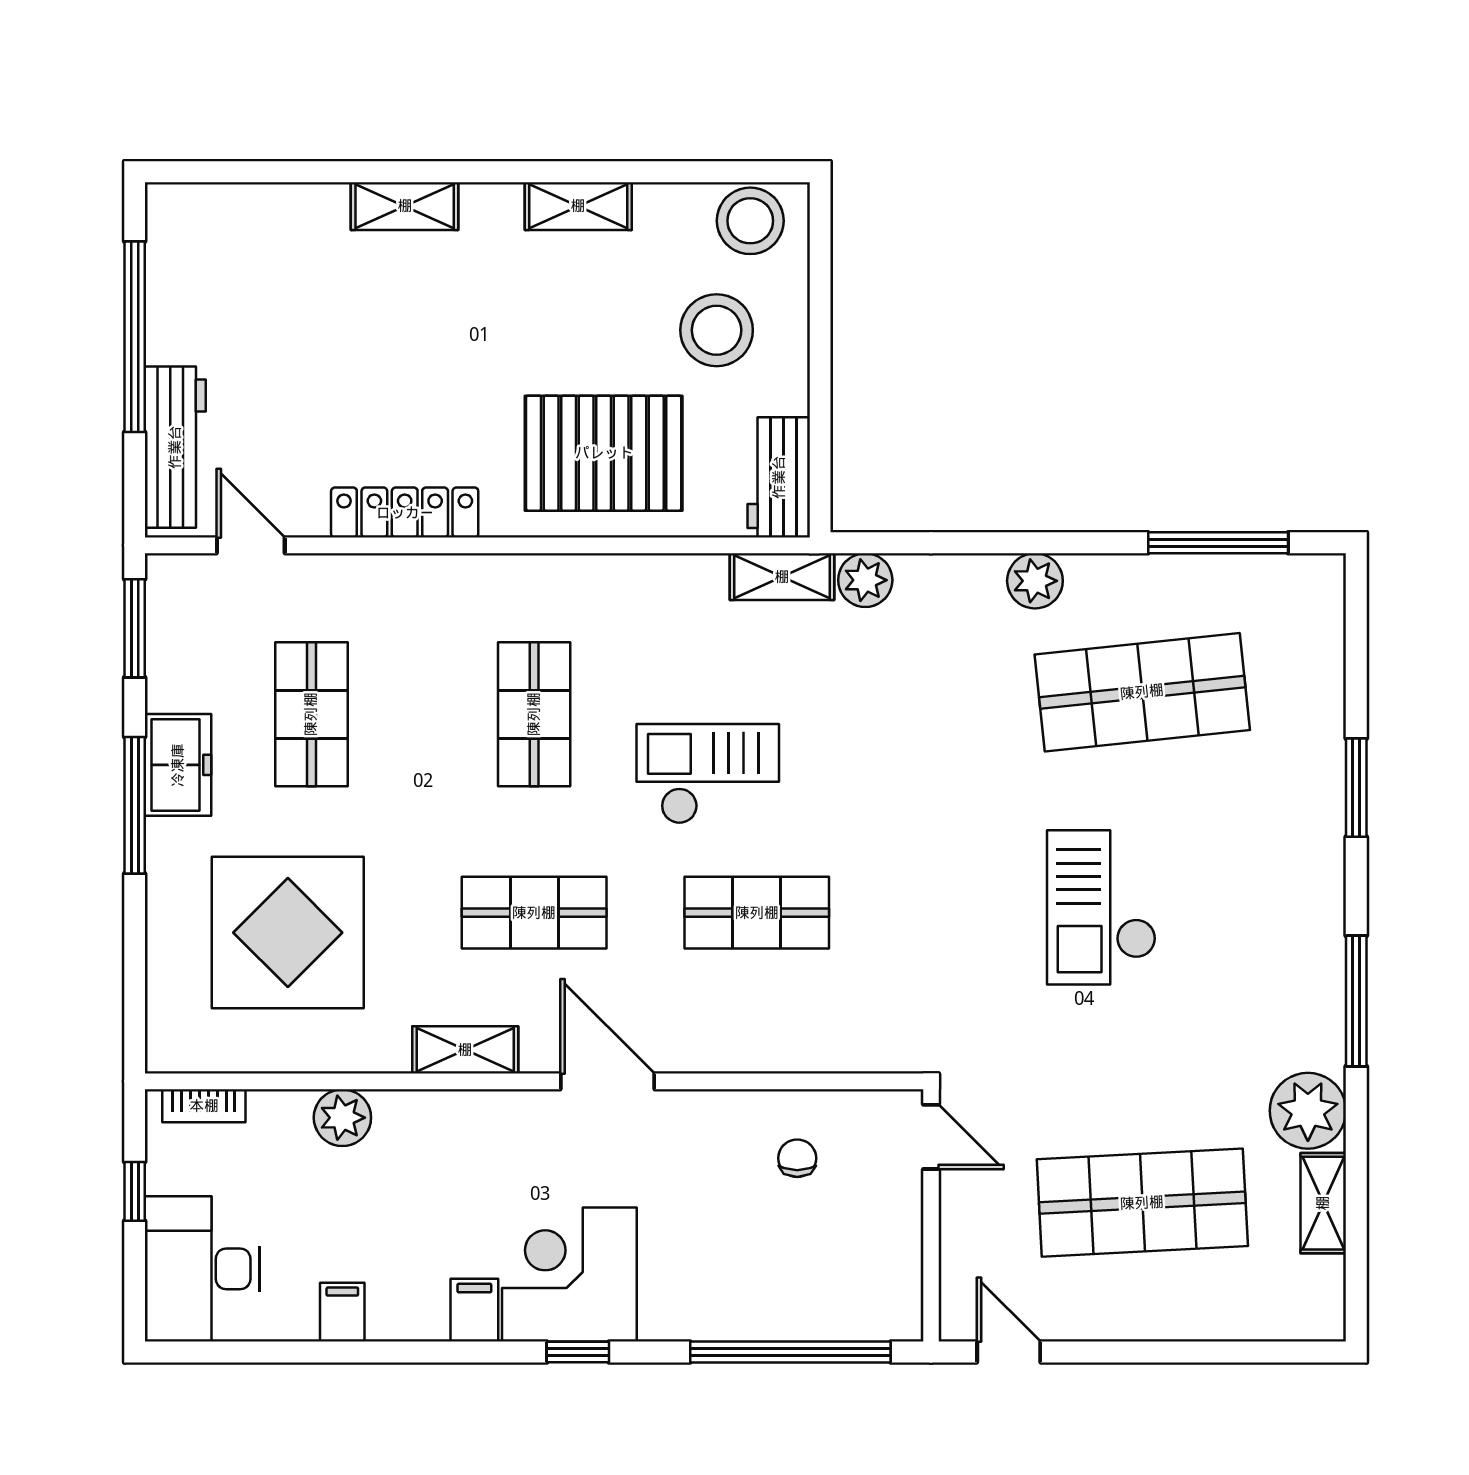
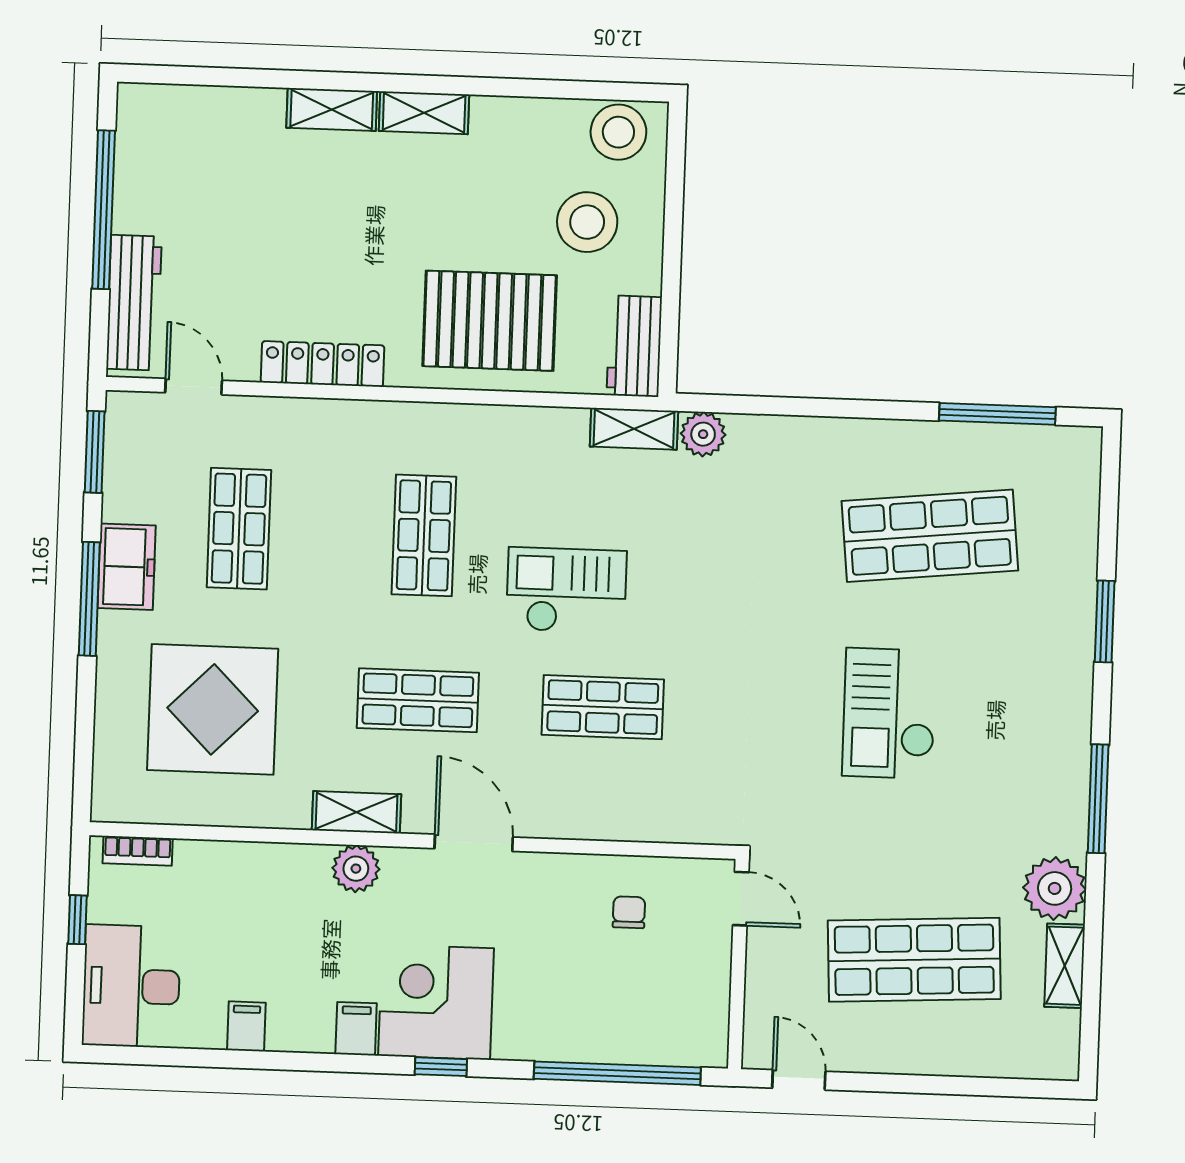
shelving: (578, 206) -> (424, 113), moved
plant: (1035, 581) -> (844, 440), removed
plant: (342, 1118) -> (356, 869), moved

